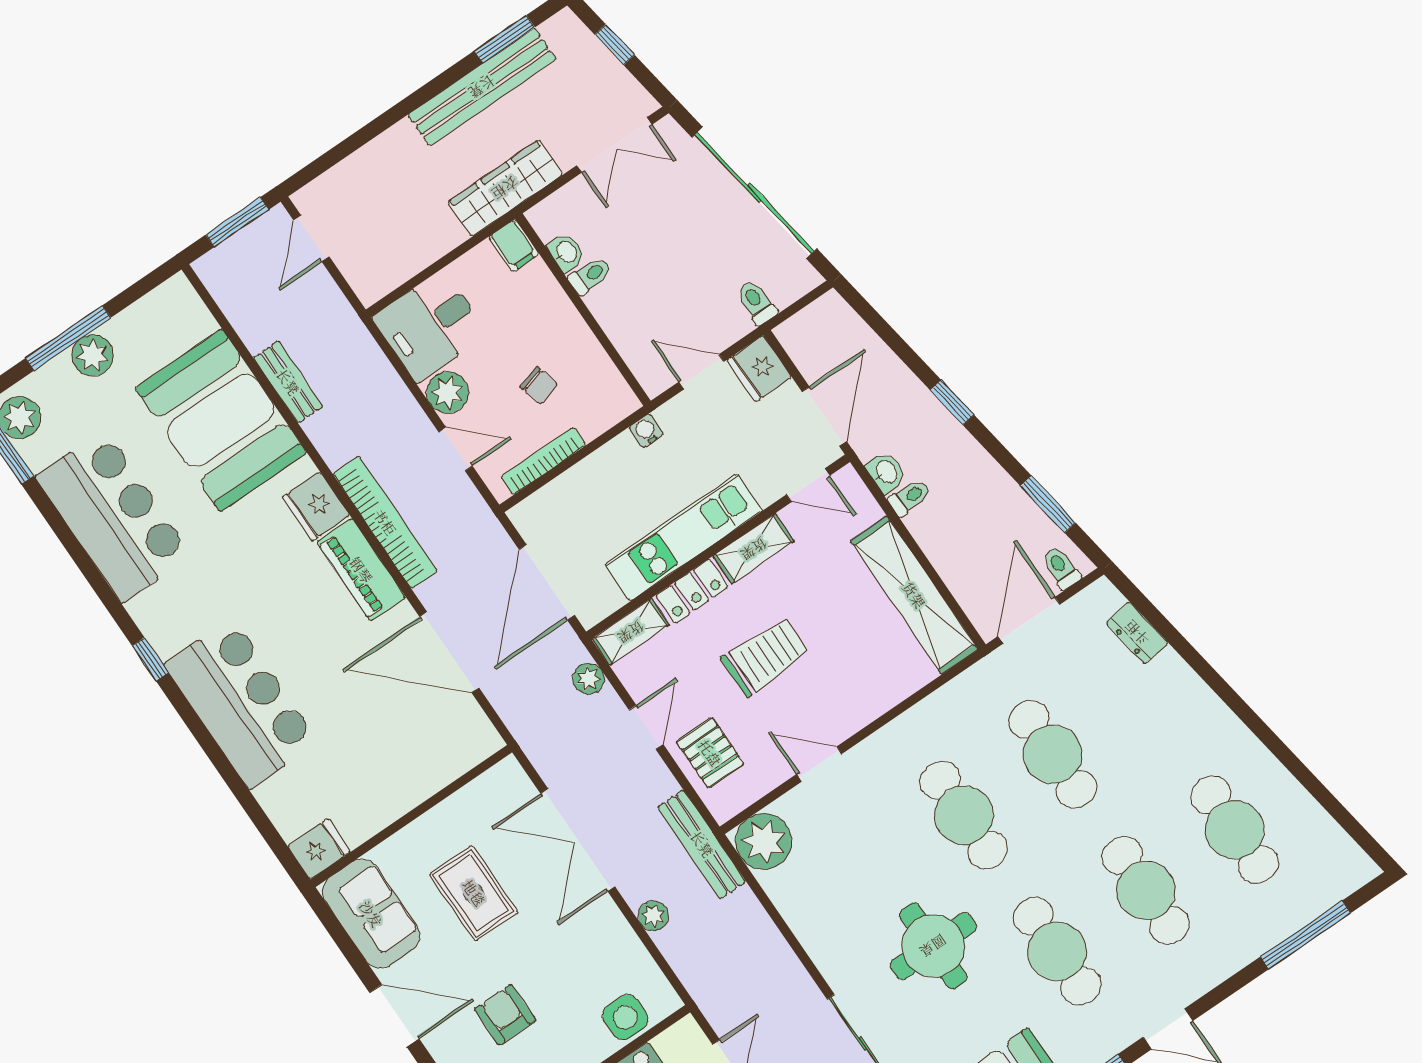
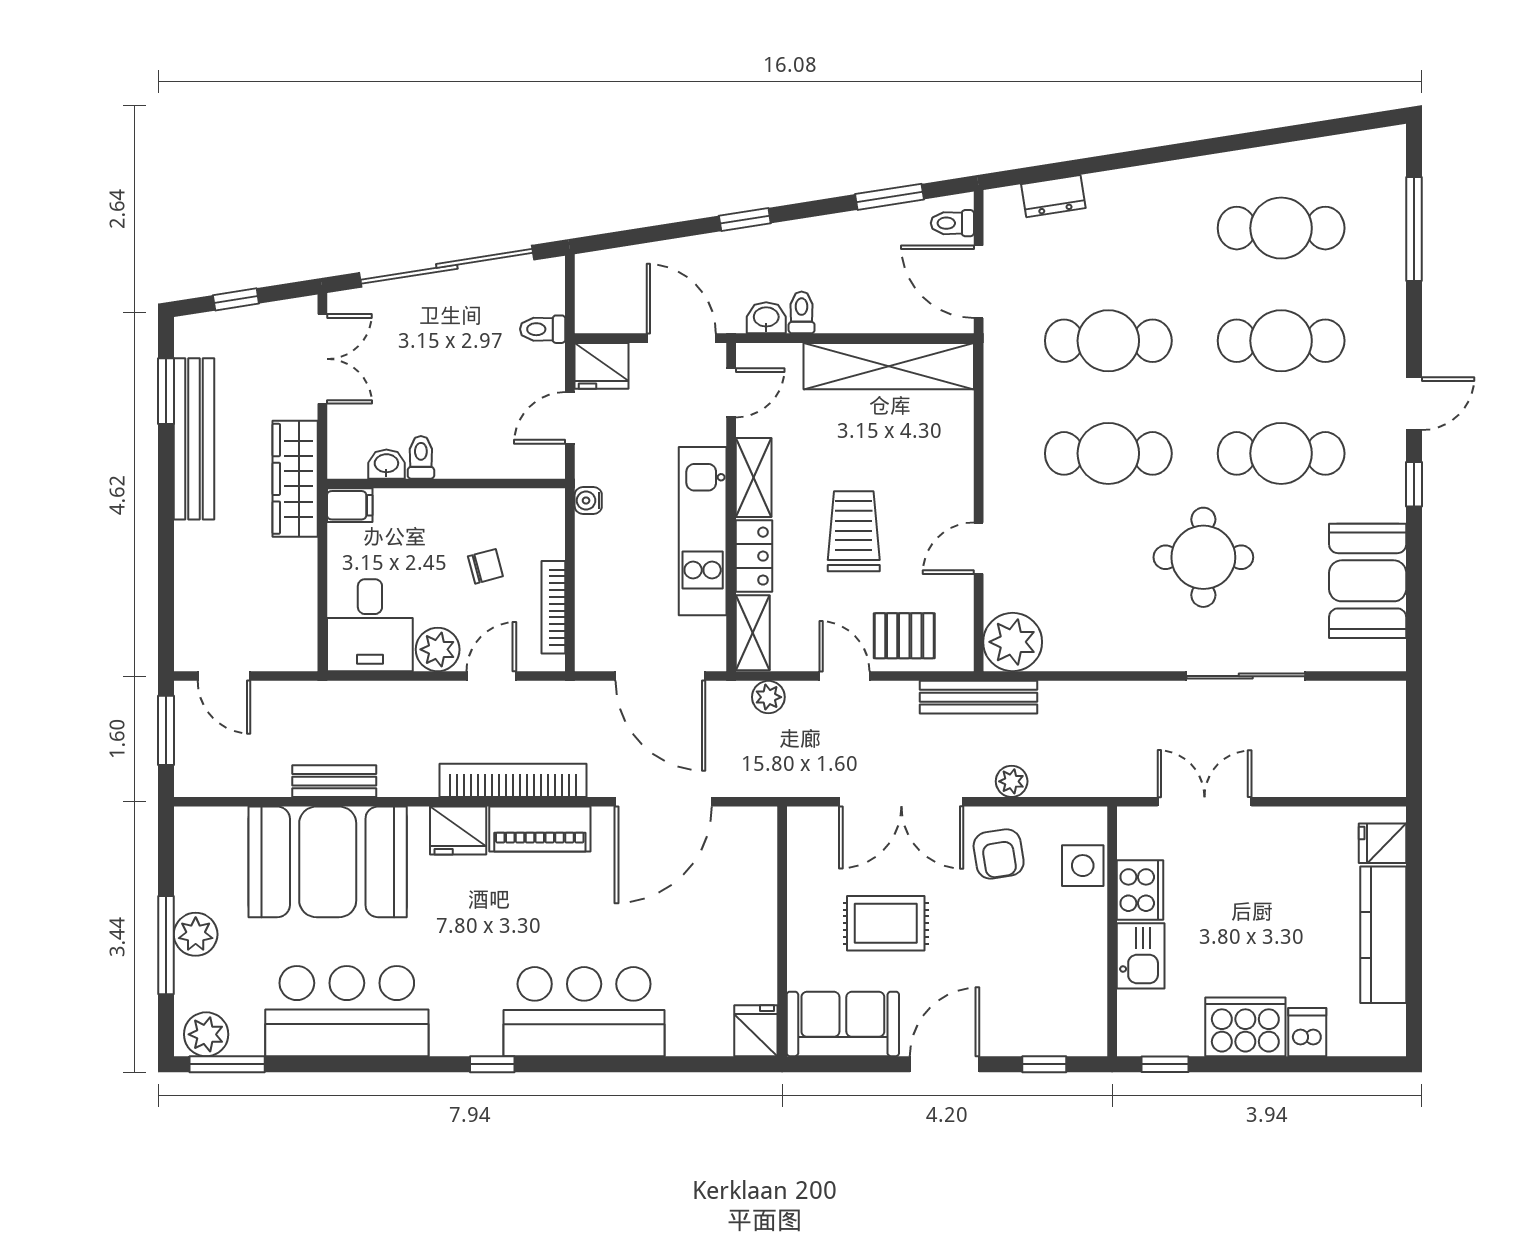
armchair: (505, 1015) -> (999, 854), moved, turned -99

